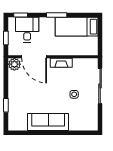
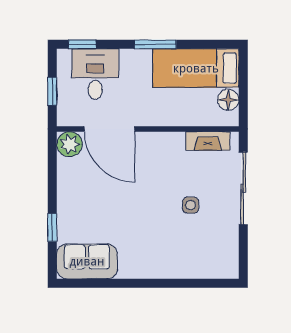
floor lamp: (93, 42) -> (228, 100), added
fireplace: (61, 63) -> (208, 141), moved
sofa: (48, 122) -> (87, 261), moved, width x0.73

